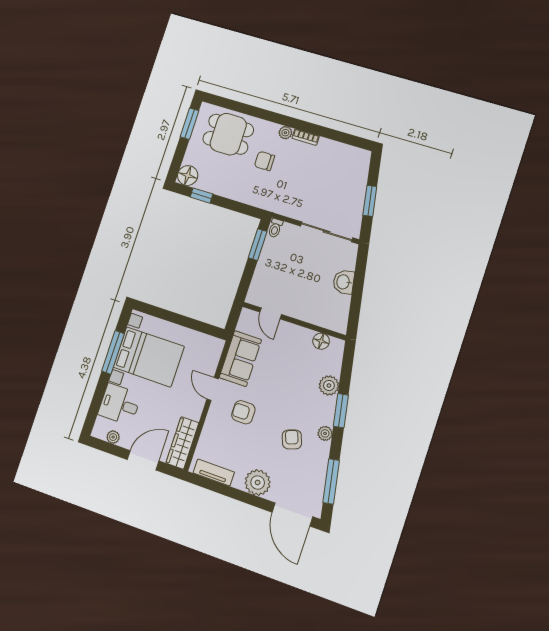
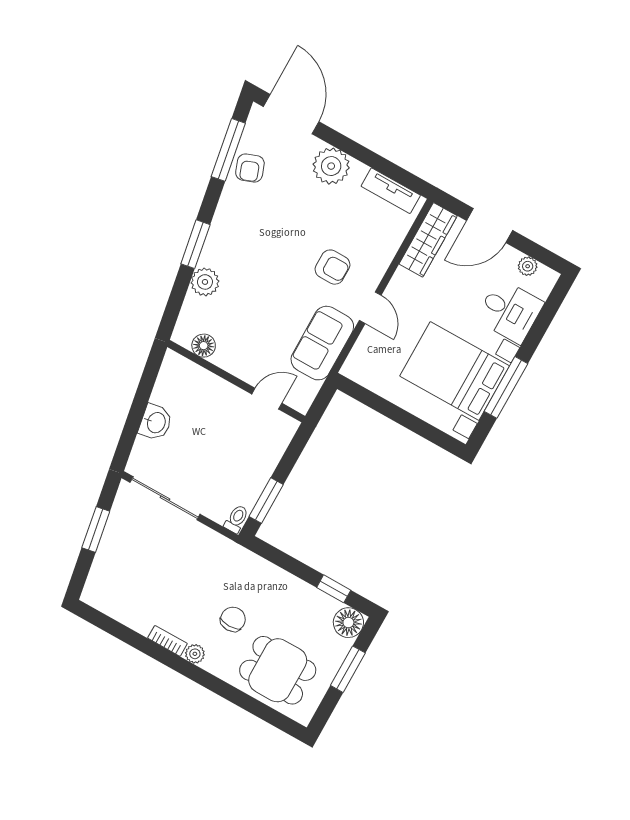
window: (189, 124) -> (348, 669), moved
chair: (264, 161) -> (233, 619), turned -90
door: (271, 313) -> (267, 399), hinge flipped
plant: (325, 433) -> (224, 217), removed
armchair: (292, 439) -> (250, 168), moved

